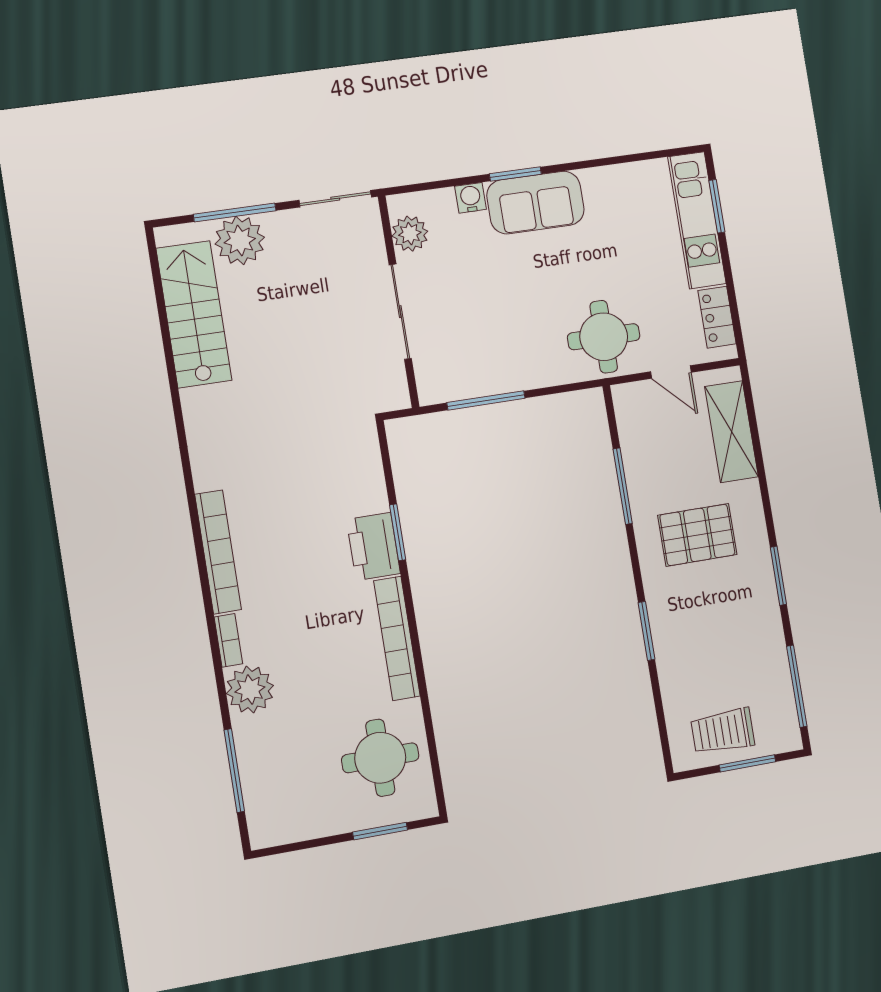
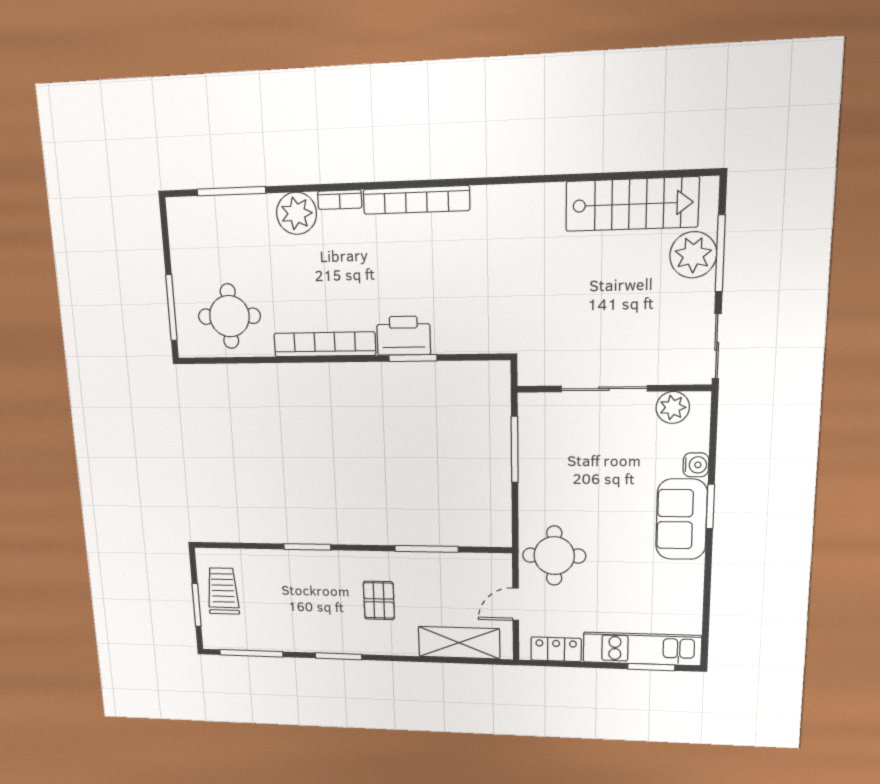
pallet: (697, 535) -> (379, 600), width x0.67, depth x0.71
window: (380, 831) -> (171, 308), width x1.44

